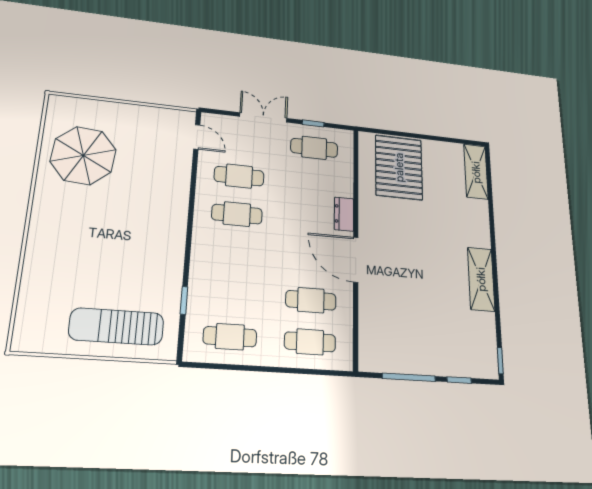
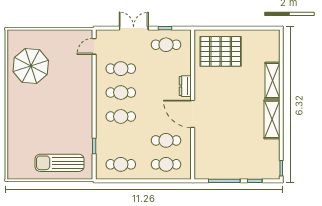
door: (197, 137) -> (94, 46), swing flipped
pallet: (399, 167) -> (221, 51), turned 90
shelving: (476, 172) -> (272, 80), moved
cafe table: (235, 253) -> (121, 116), added

